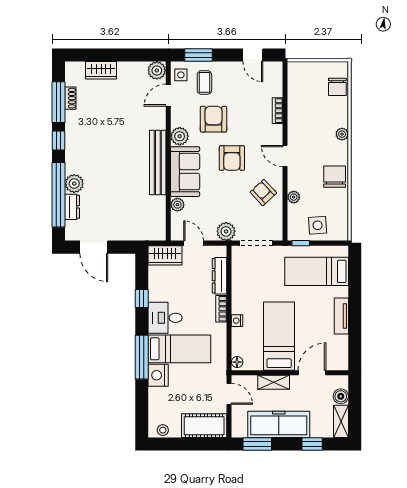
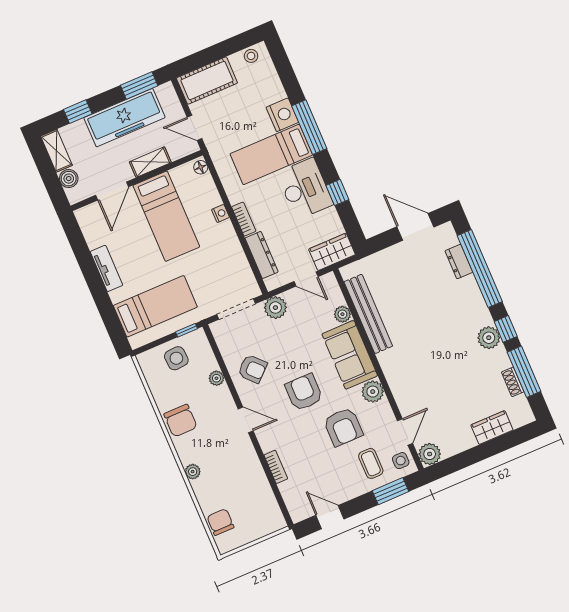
bench: (158, 162) -> (368, 314), moved
plant: (74, 184) -> (489, 338), moved
desk: (165, 318) -> (305, 189), width x1.37

